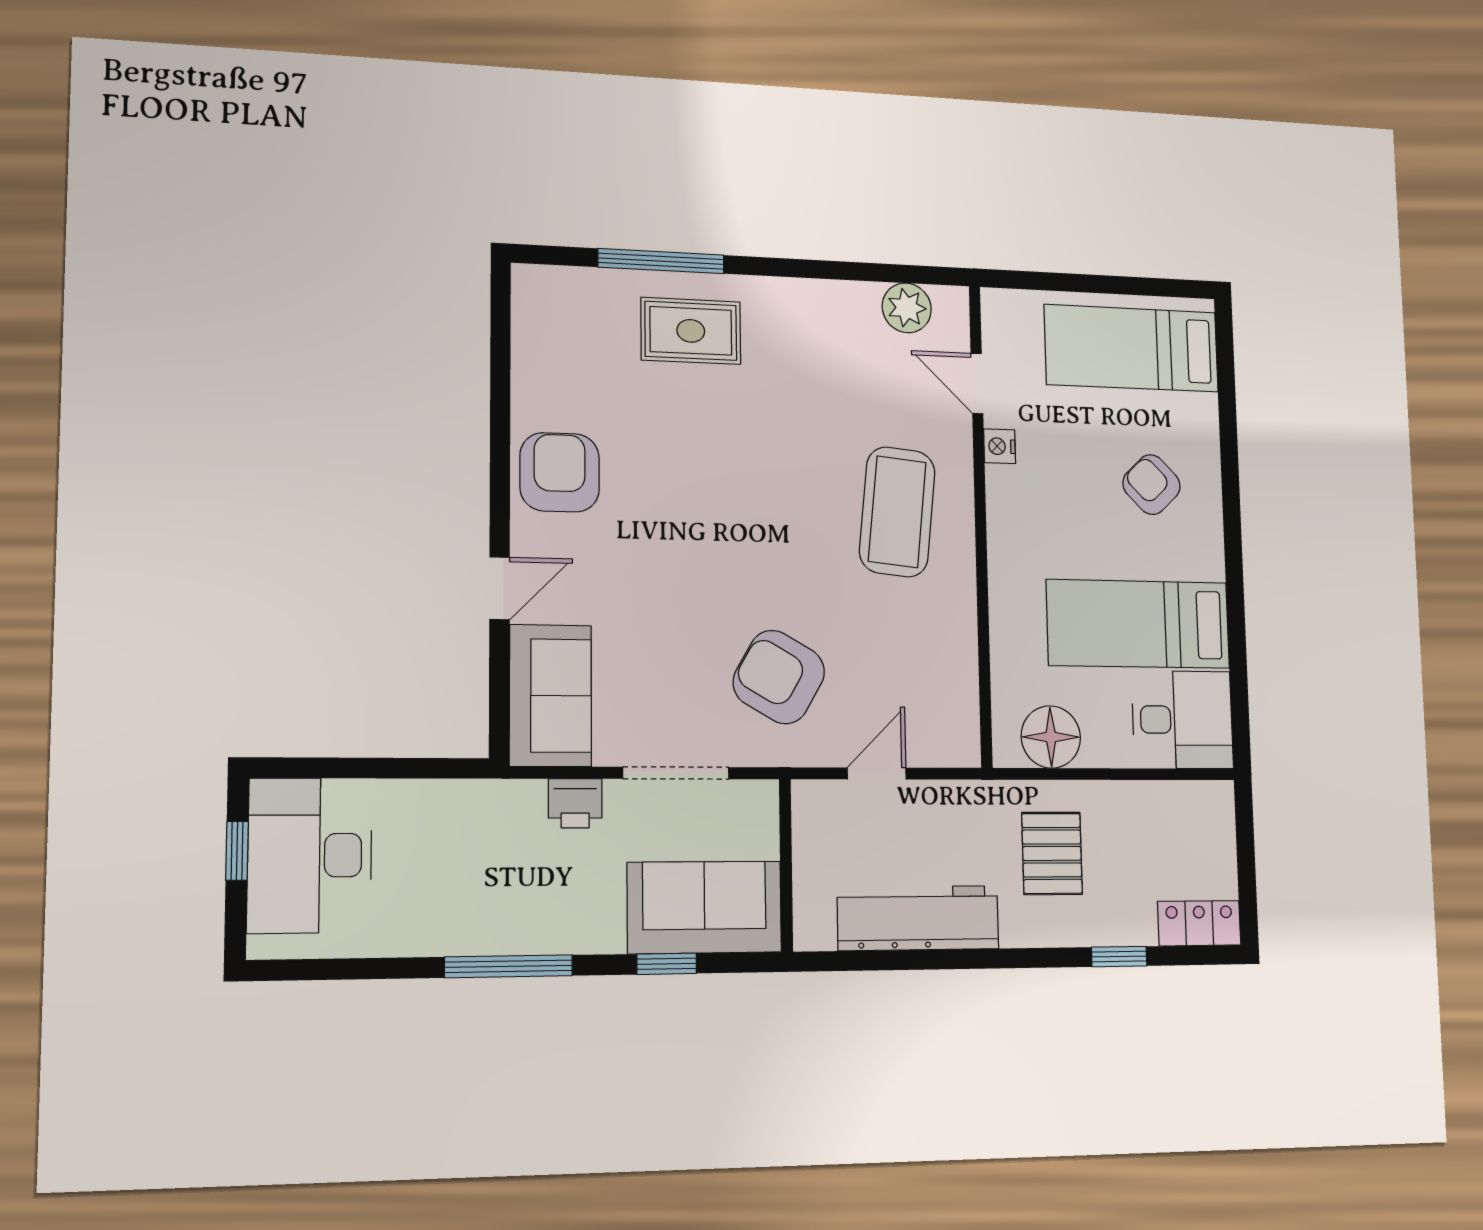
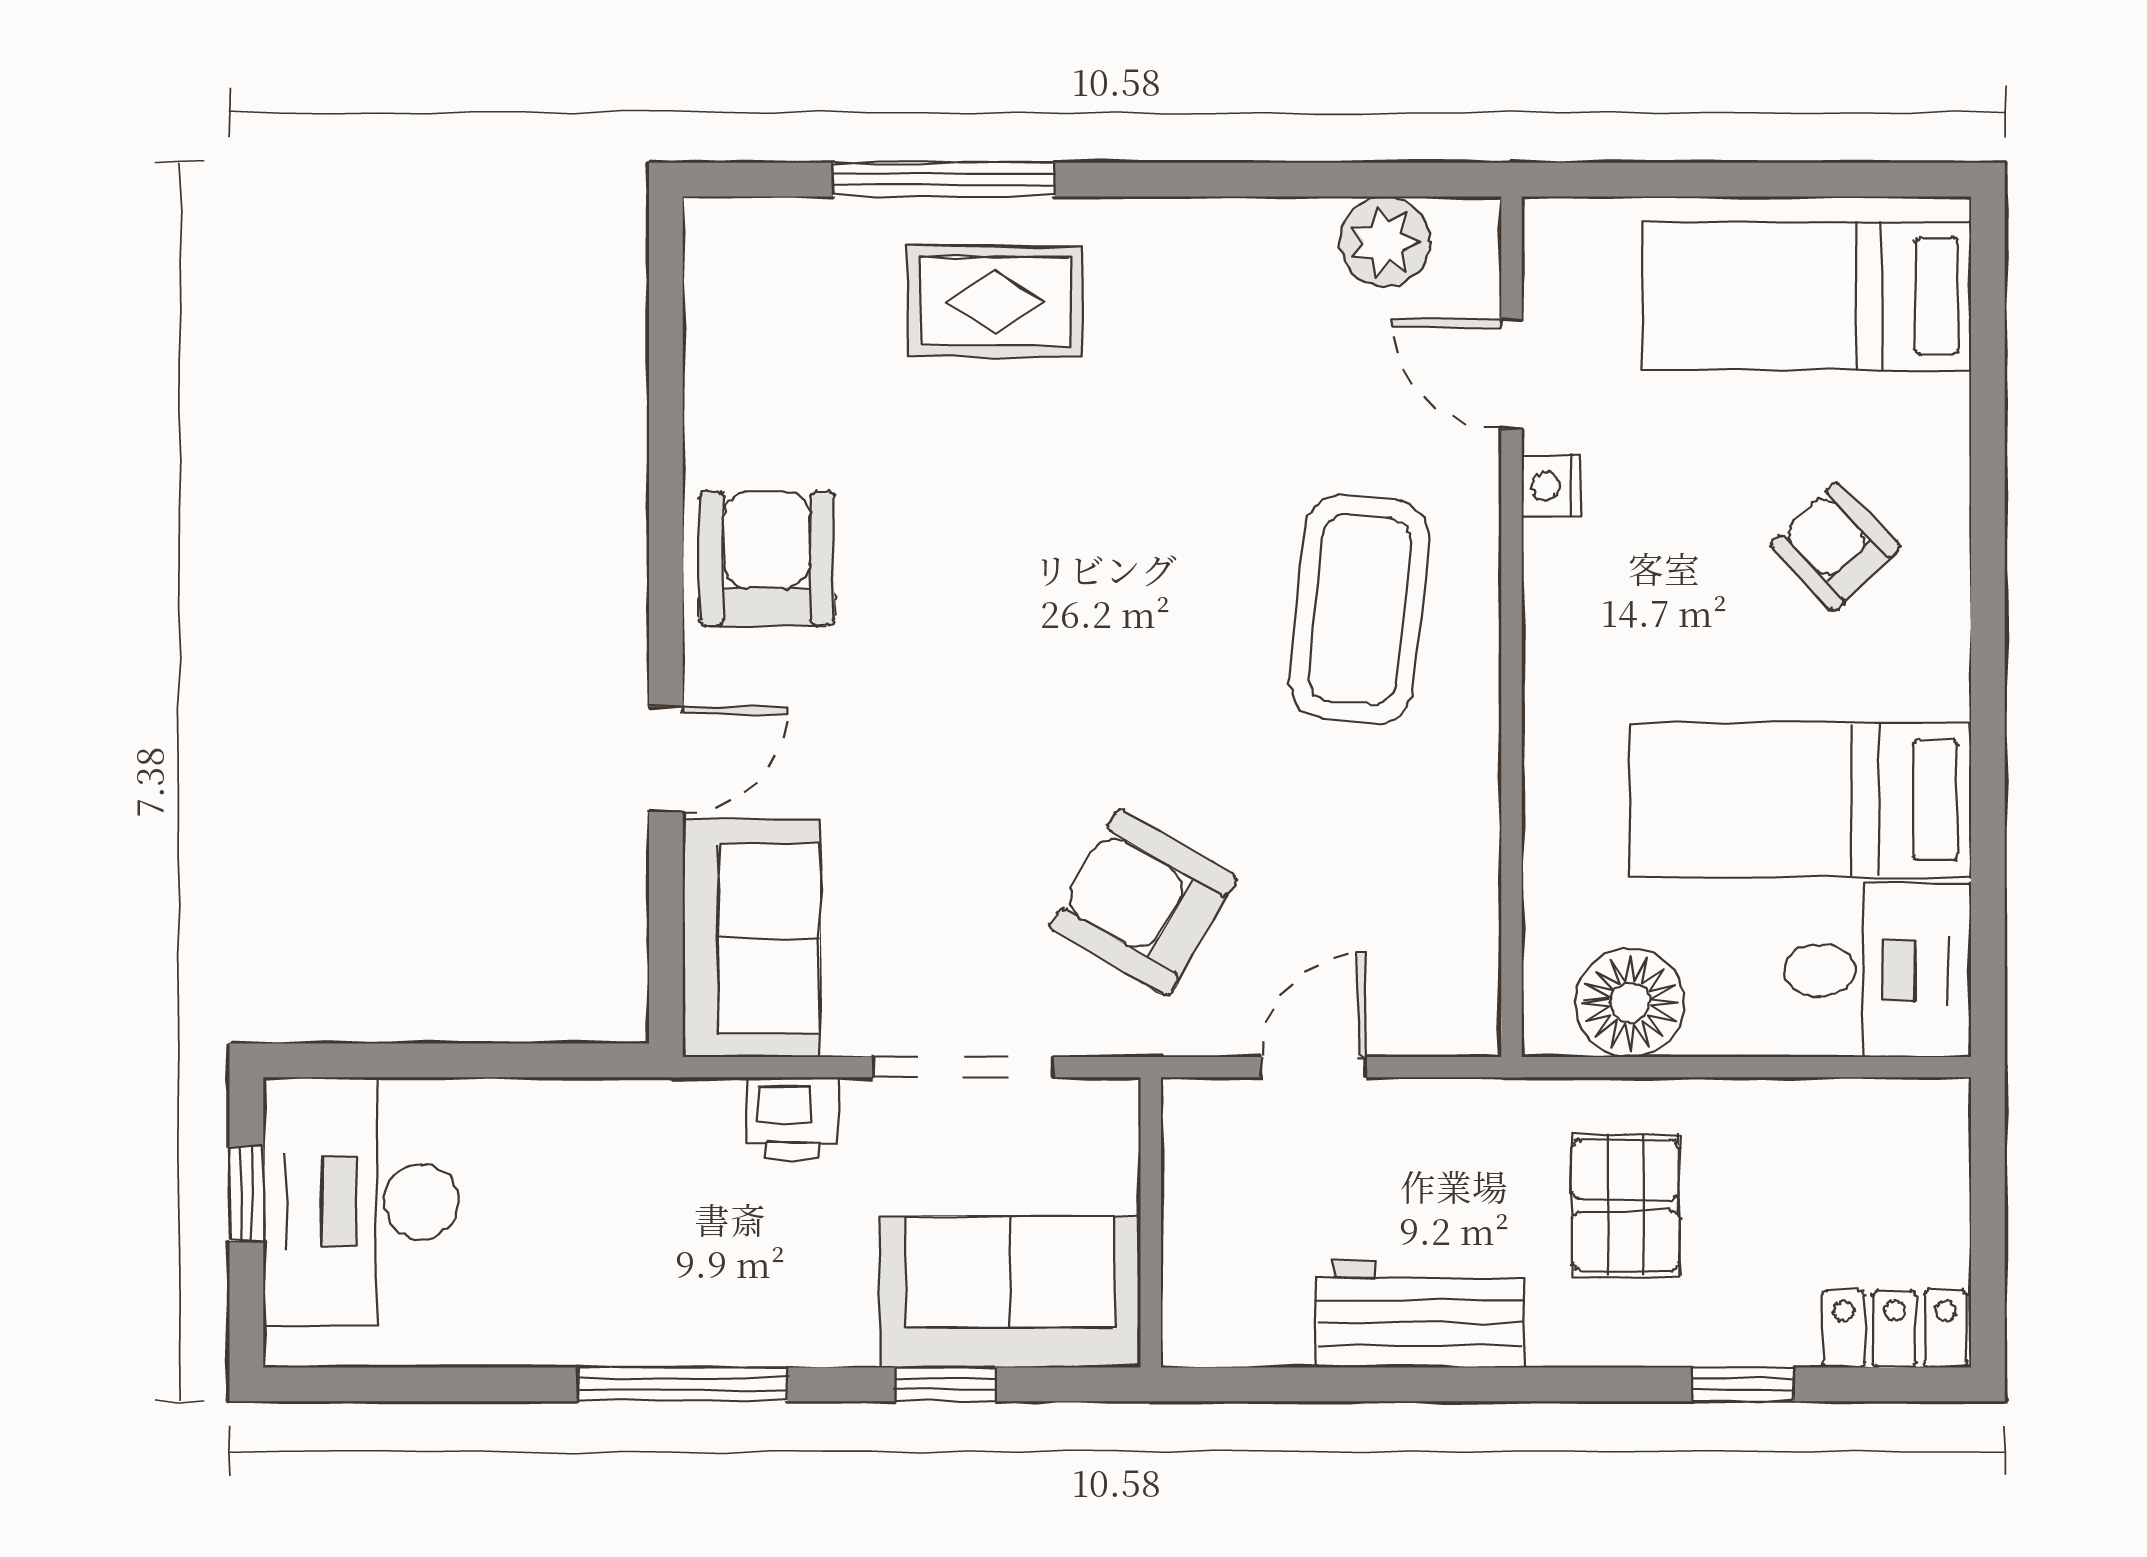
workbench: (918, 918) -> (1420, 1314), width x0.73

